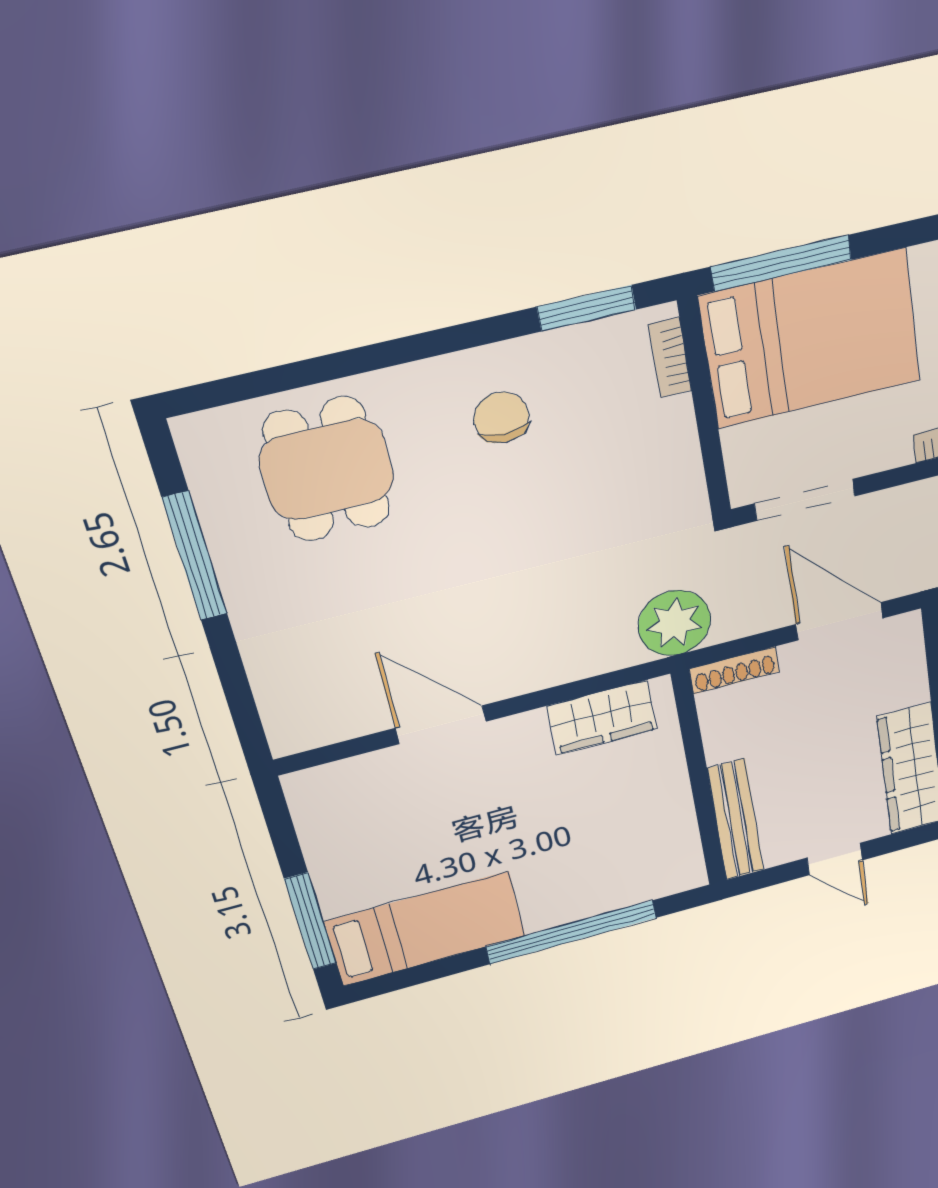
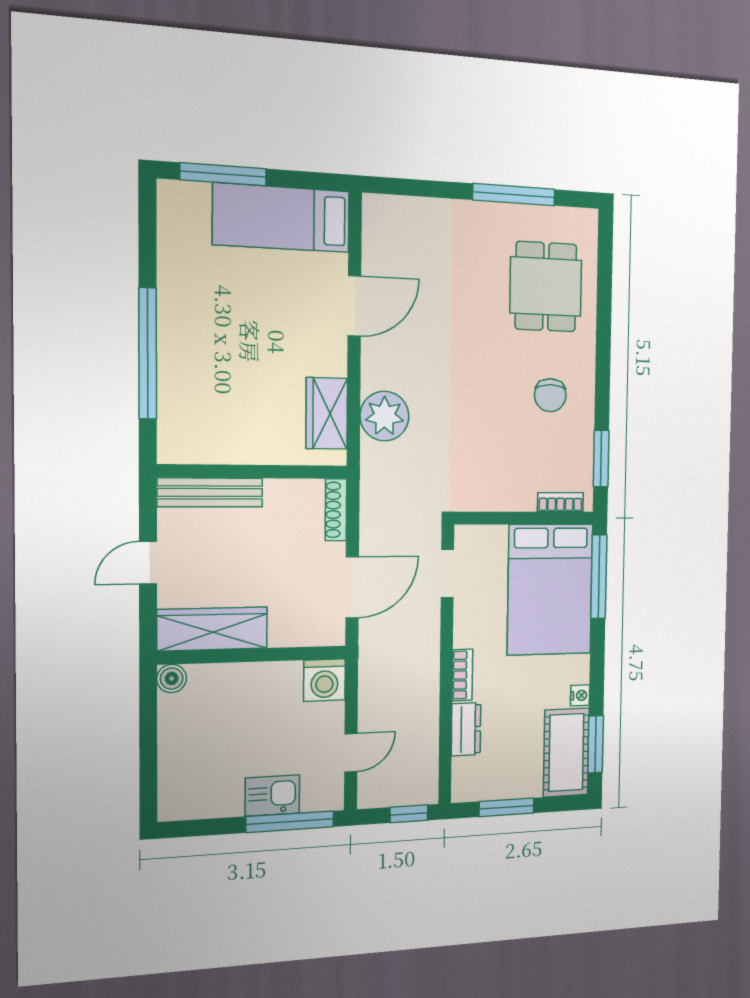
chair: (501, 418) -> (550, 395), turned 90
dining table: (327, 470) -> (546, 287), turned 90
doorway: (805, 500) -> (447, 573), width x0.73
plant: (674, 623) -> (385, 416), moved
bed: (426, 929) -> (281, 218), moved, turned 90

